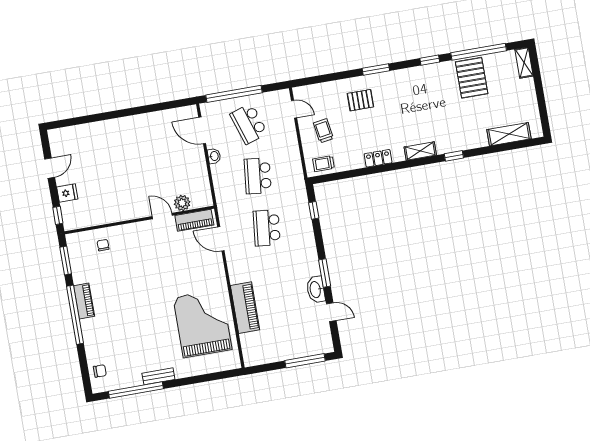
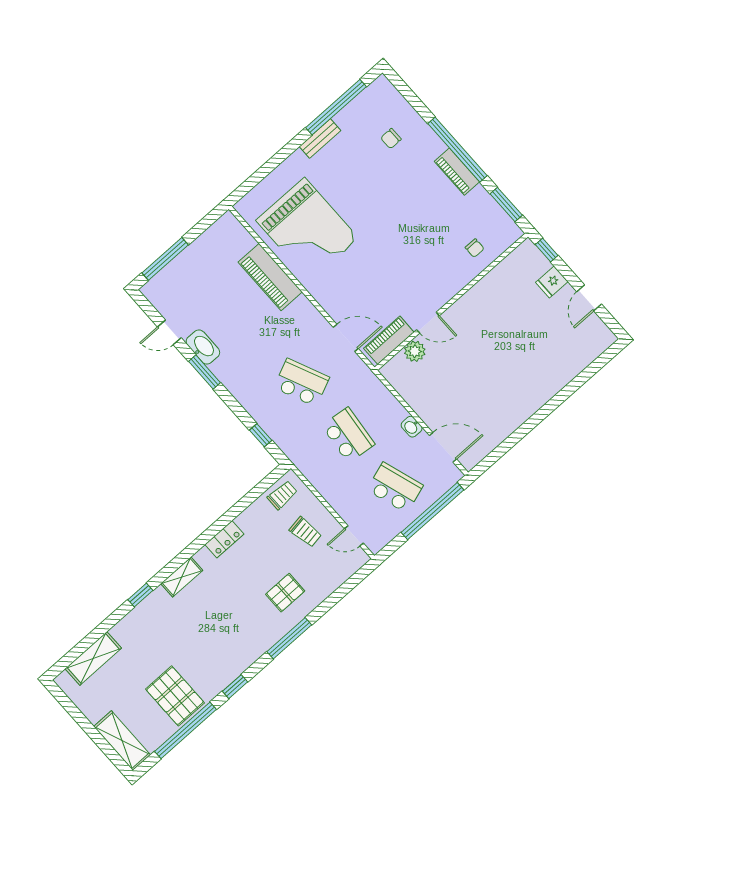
shelving: (524, 63) -> (122, 741), width x1.50, depth x1.33
window: (376, 69) -> (289, 638), width x1.44
school desk: (267, 228) -> (302, 383), turned -30
chair: (100, 371) -> (391, 139), moved

